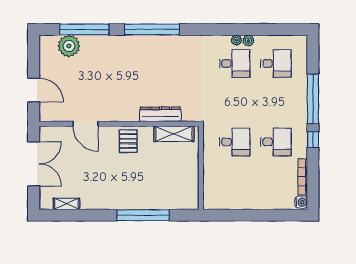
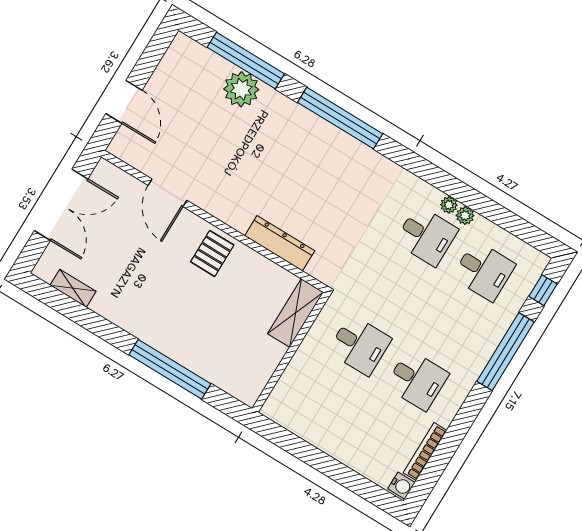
plant: (69, 46) -> (241, 89), moved
shelving: (174, 134) -> (296, 313), moved, turned 90
window: (313, 140) -> (543, 290), moved

